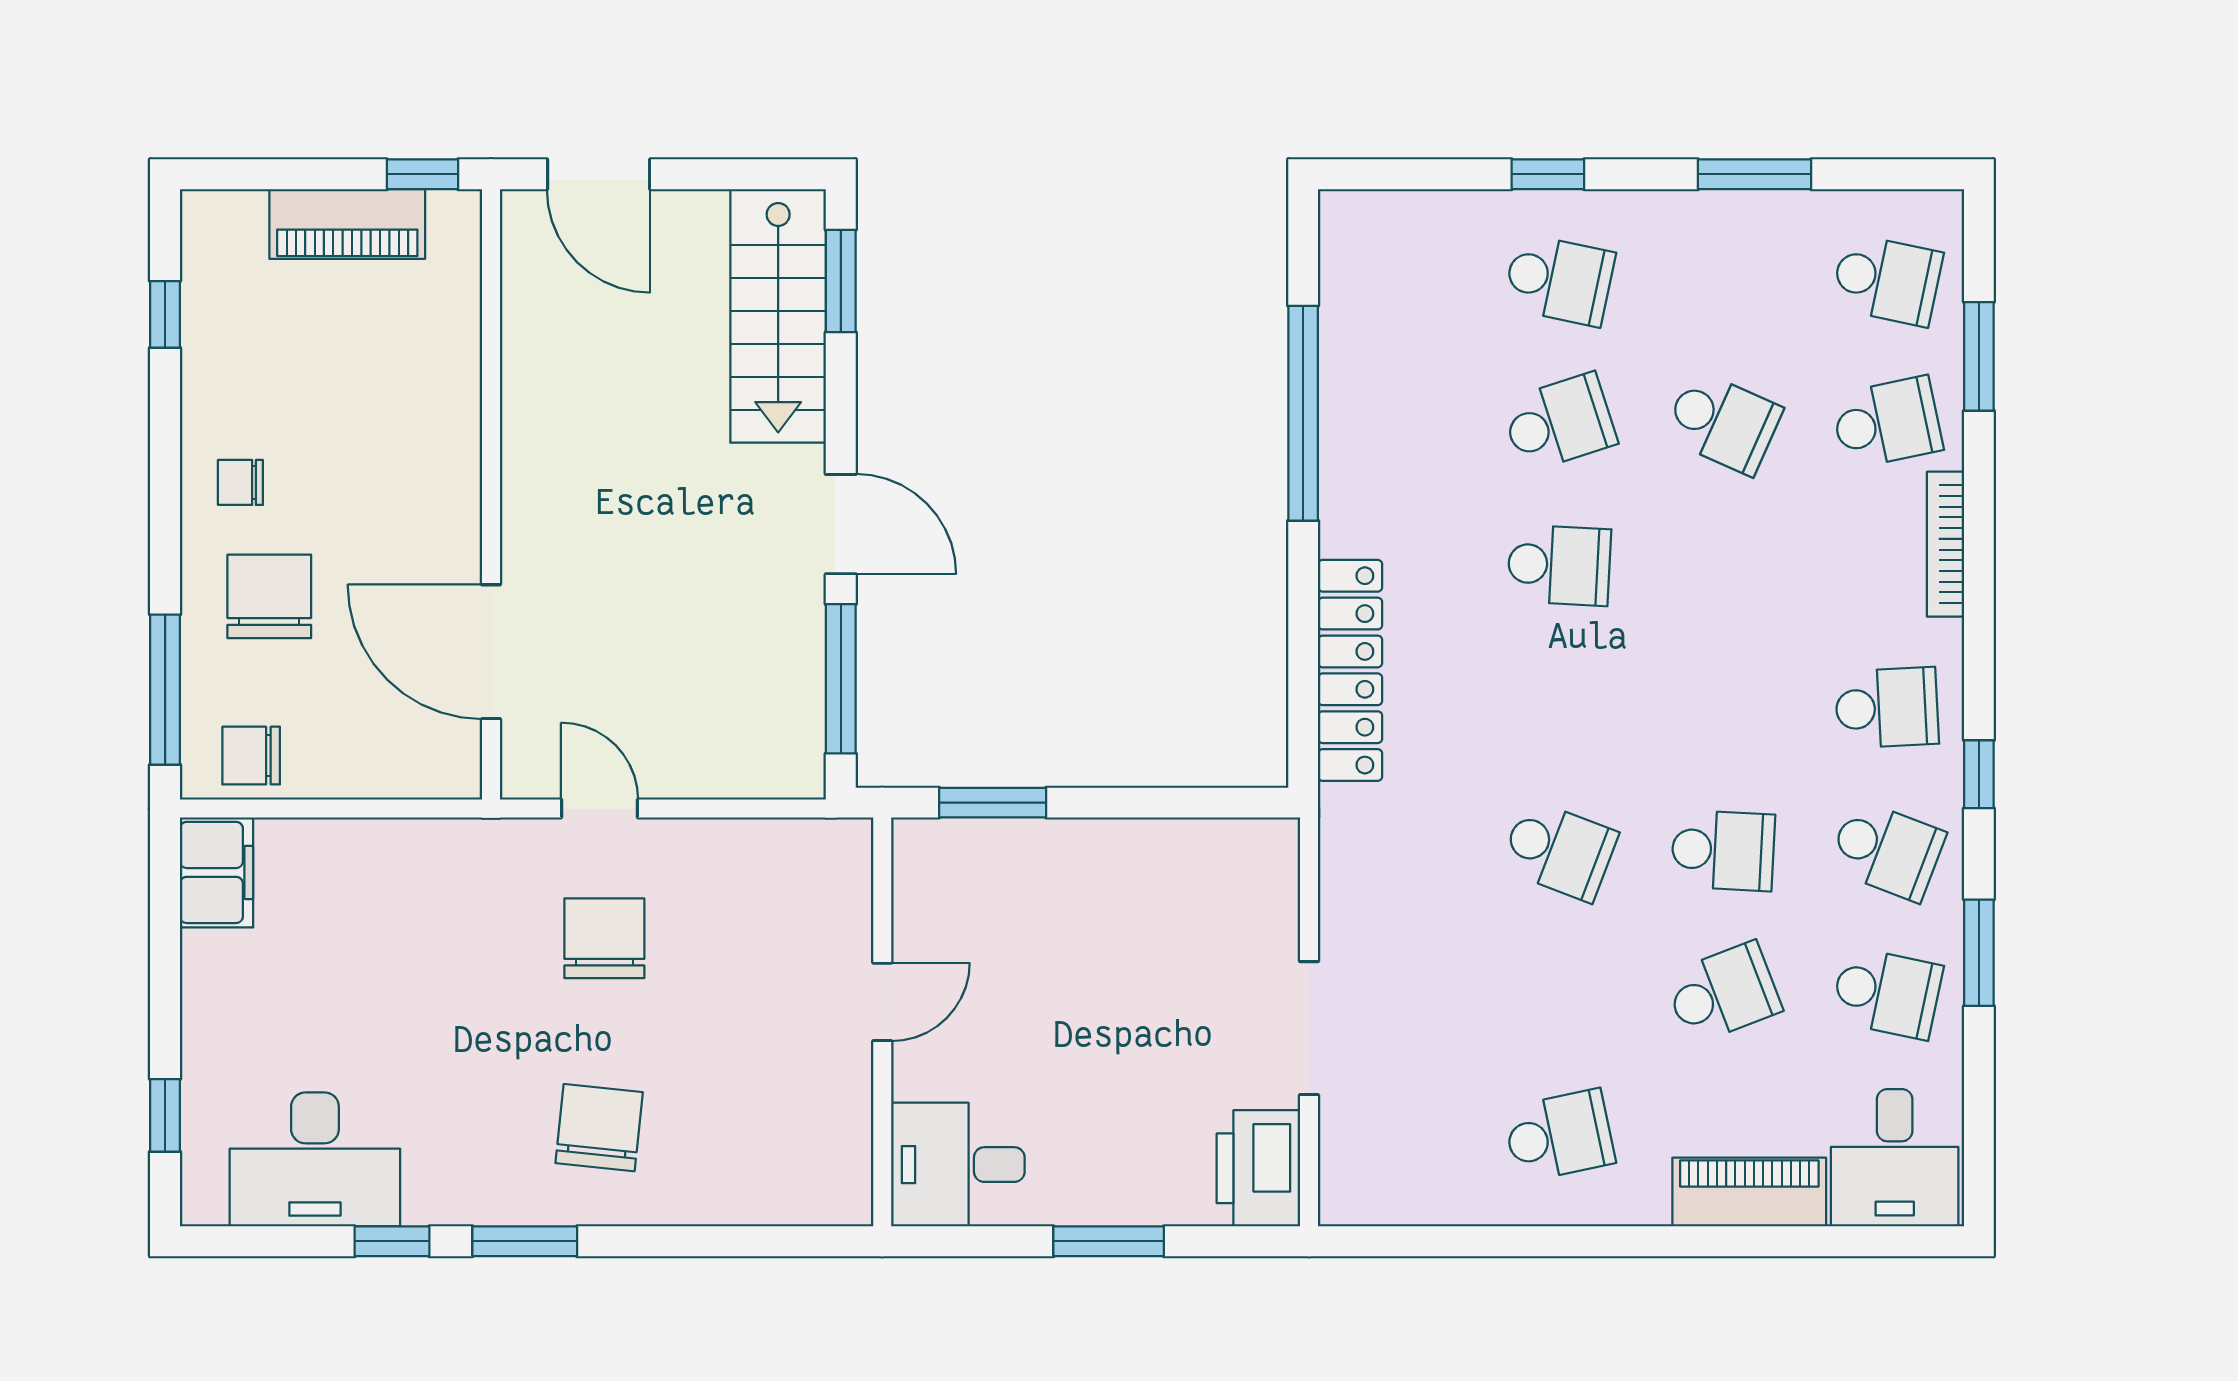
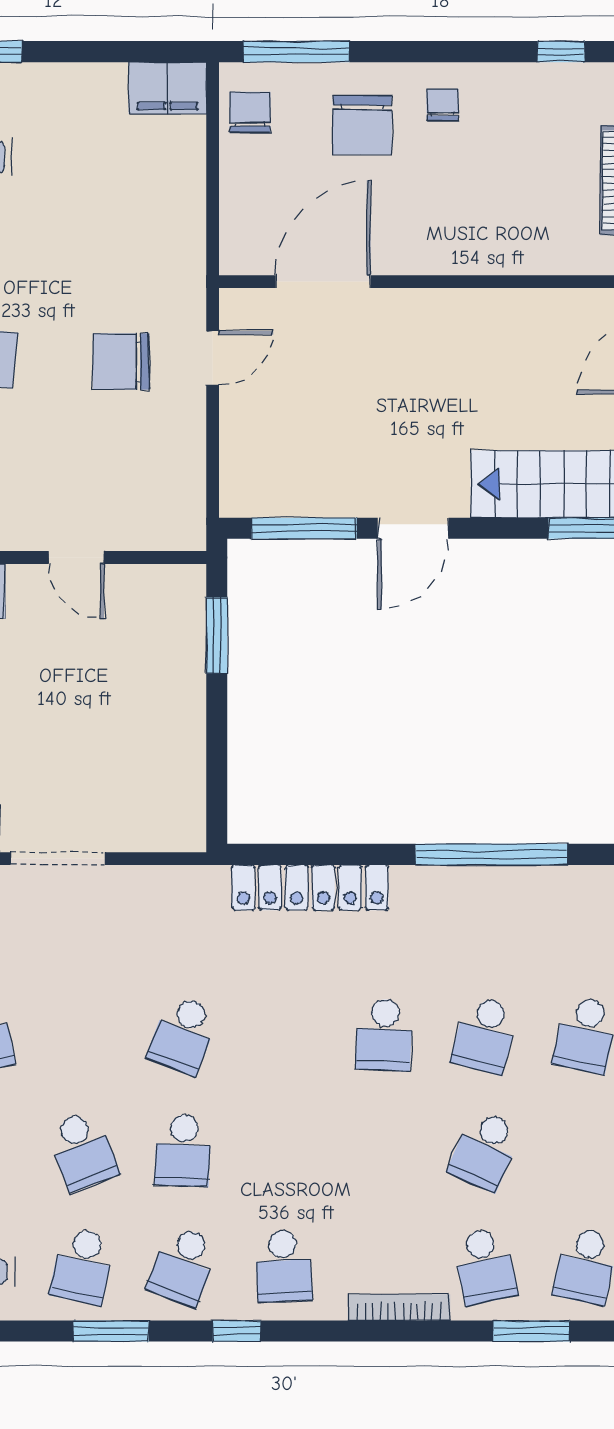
school desk: (1559, 423) -> (485, 1035), turned 33
chair: (269, 596) -> (362, 125), turned 90
chair: (604, 938) -> (121, 361), turned 180

